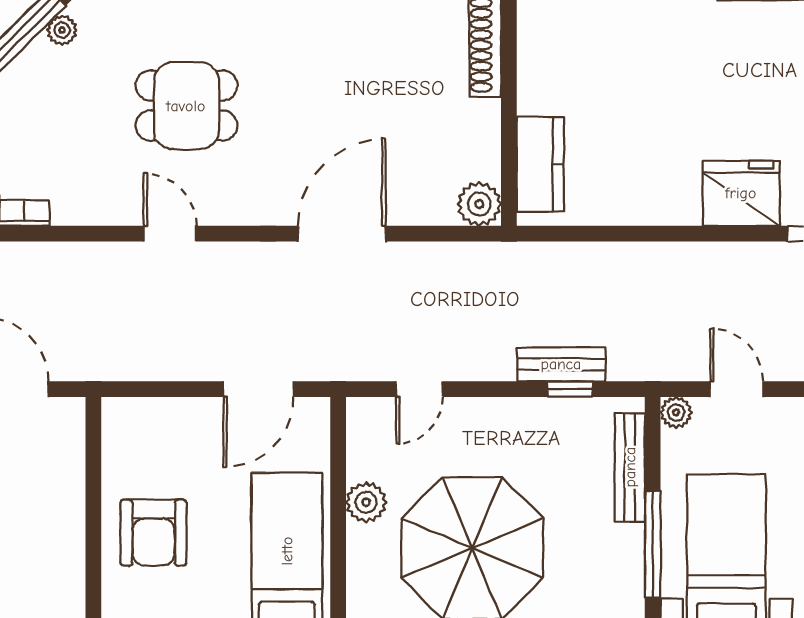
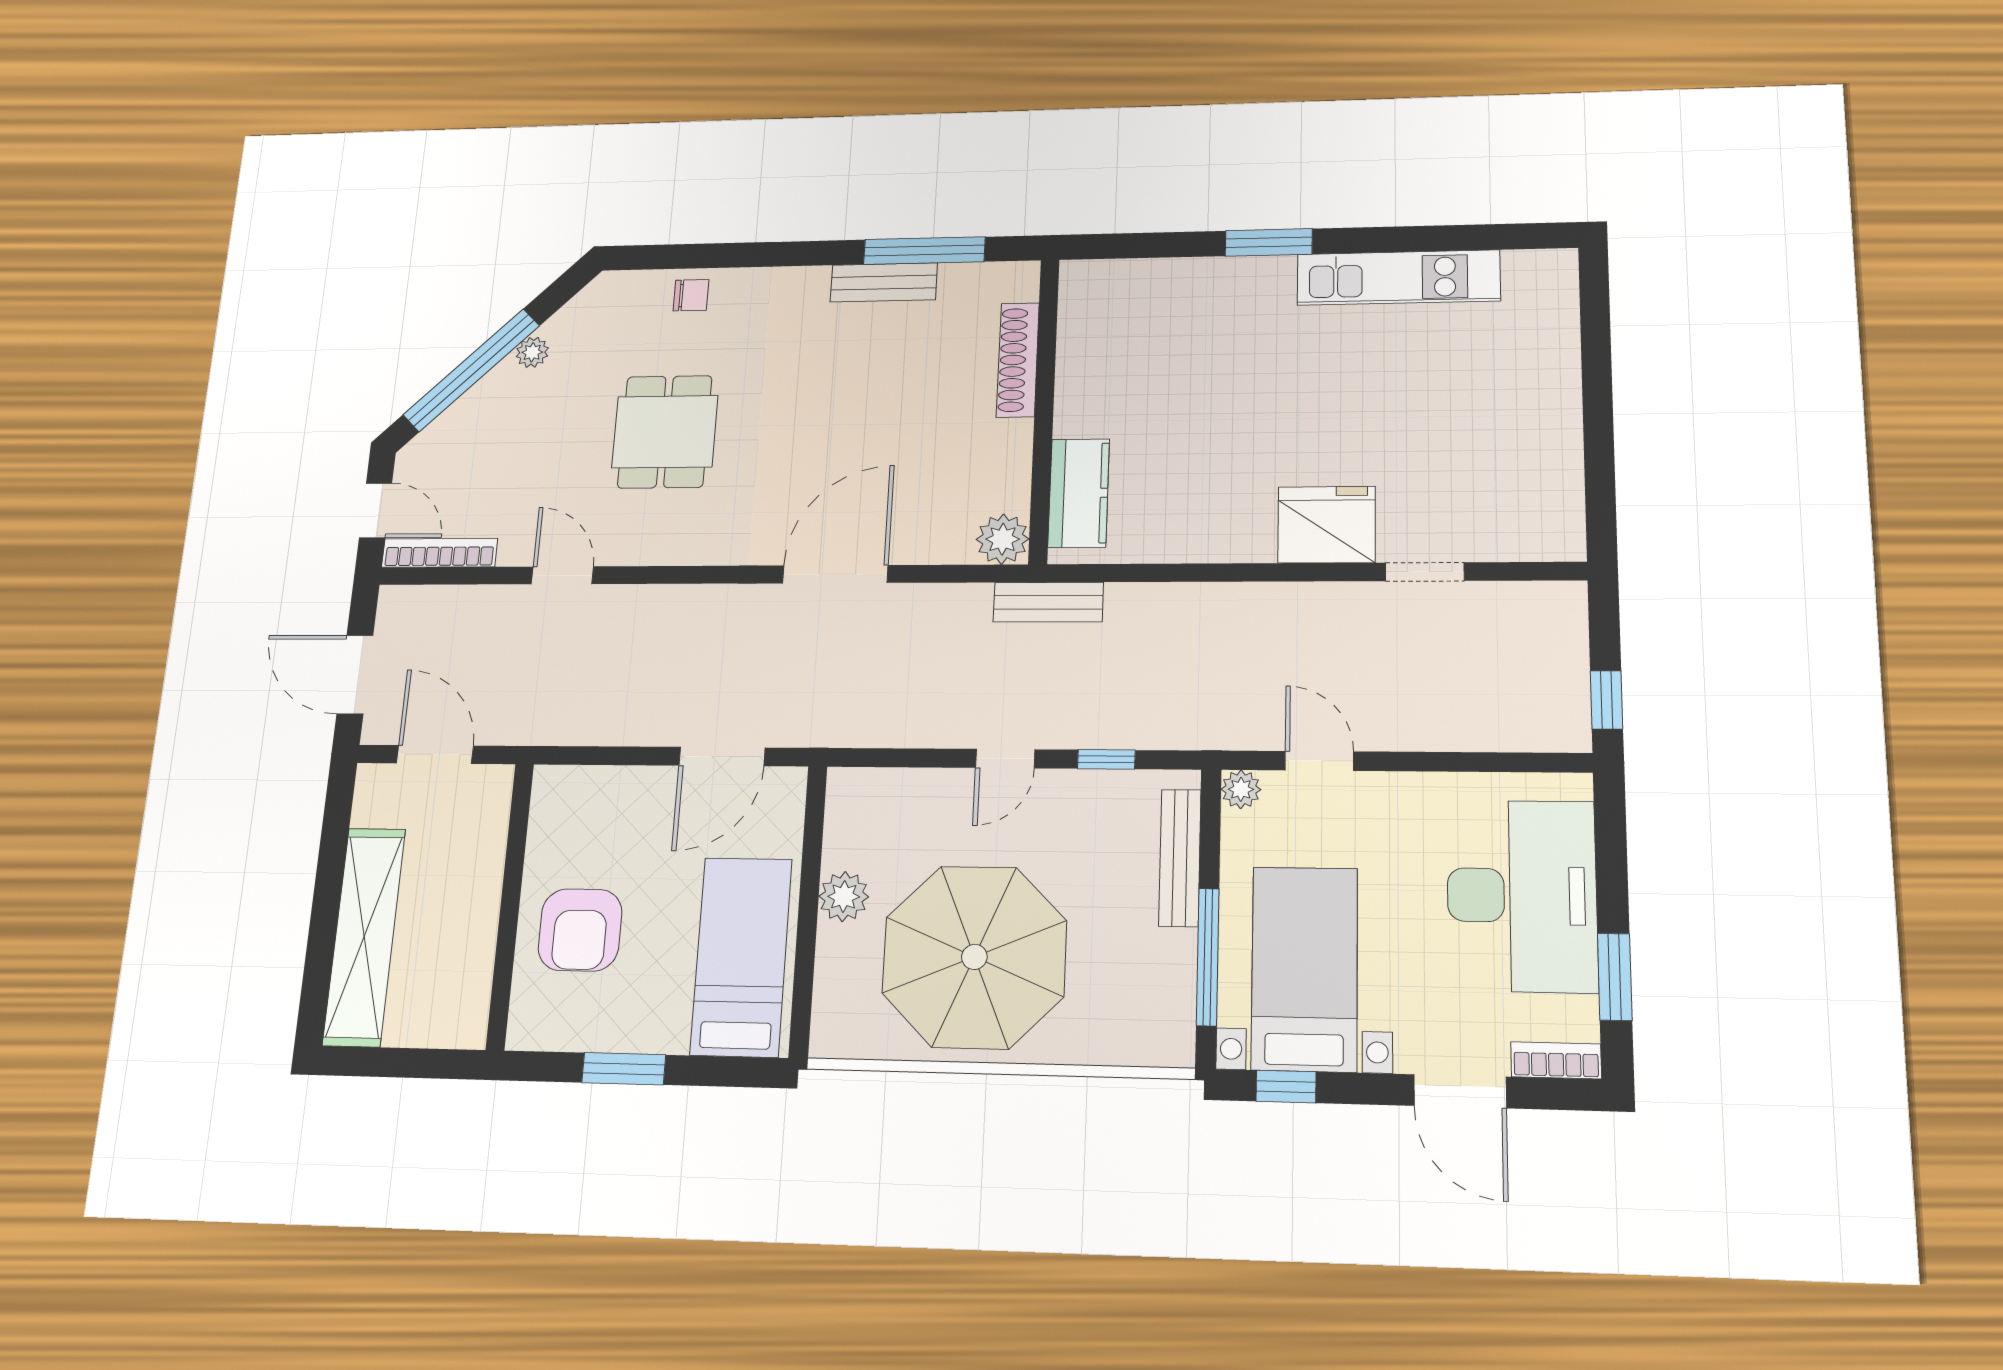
dining table: (186, 106) -> (665, 432), turned 90
door: (170, 234) -> (562, 575), moved
bench: (561, 364) -> (1048, 602), moved
door: (419, 389) -> (1005, 759), moved

